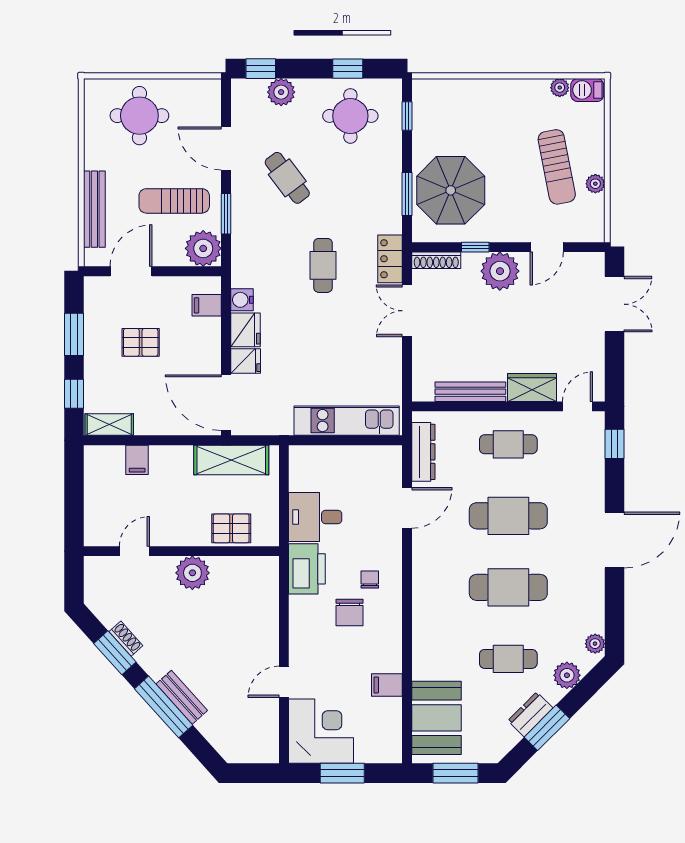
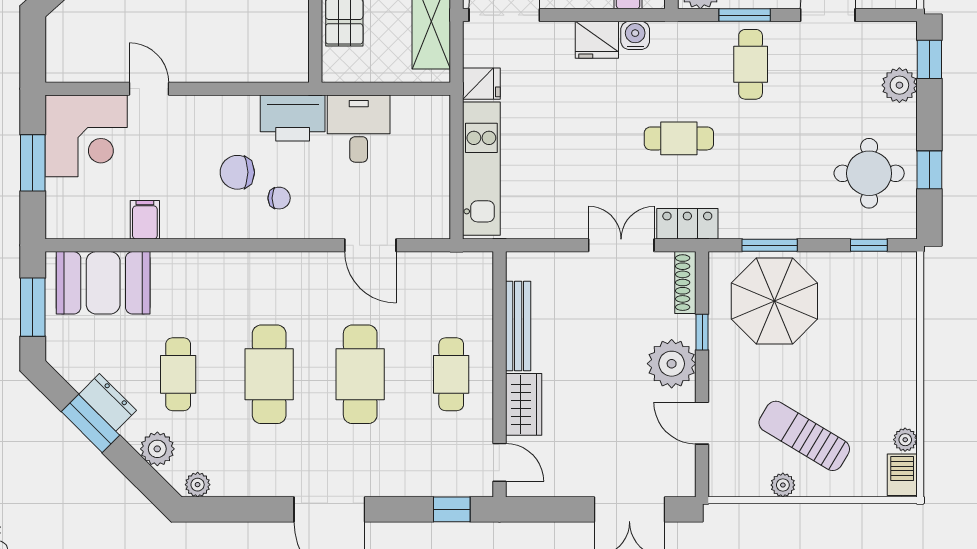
sun lounger: (557, 167) -> (804, 436), turned 42
cafe table: (287, 178) -> (751, 64), moved, turned -53
fridge: (246, 361) -> (481, 84), moved, turned -90
dresser: (423, 452) -> (442, 266), removed

